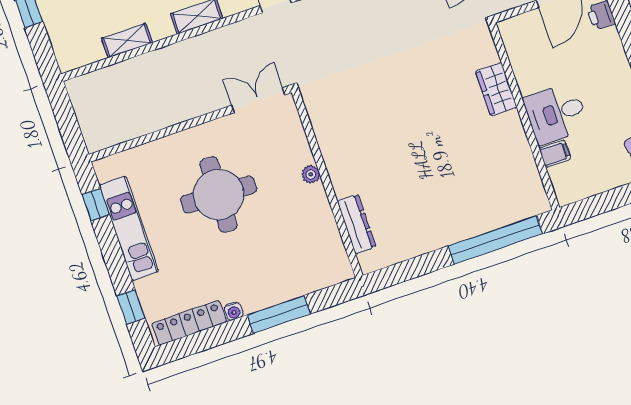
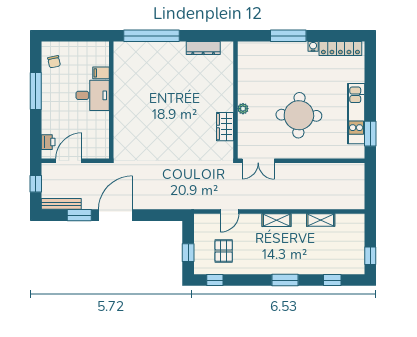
wardrobe: (496, 89) -> (225, 127), moved, turned 180
window: (96, 204) -> (370, 134), width x1.50
dresser: (357, 224) -> (203, 48), moved, turned -90
window: (131, 307) -> (370, 69), removed

